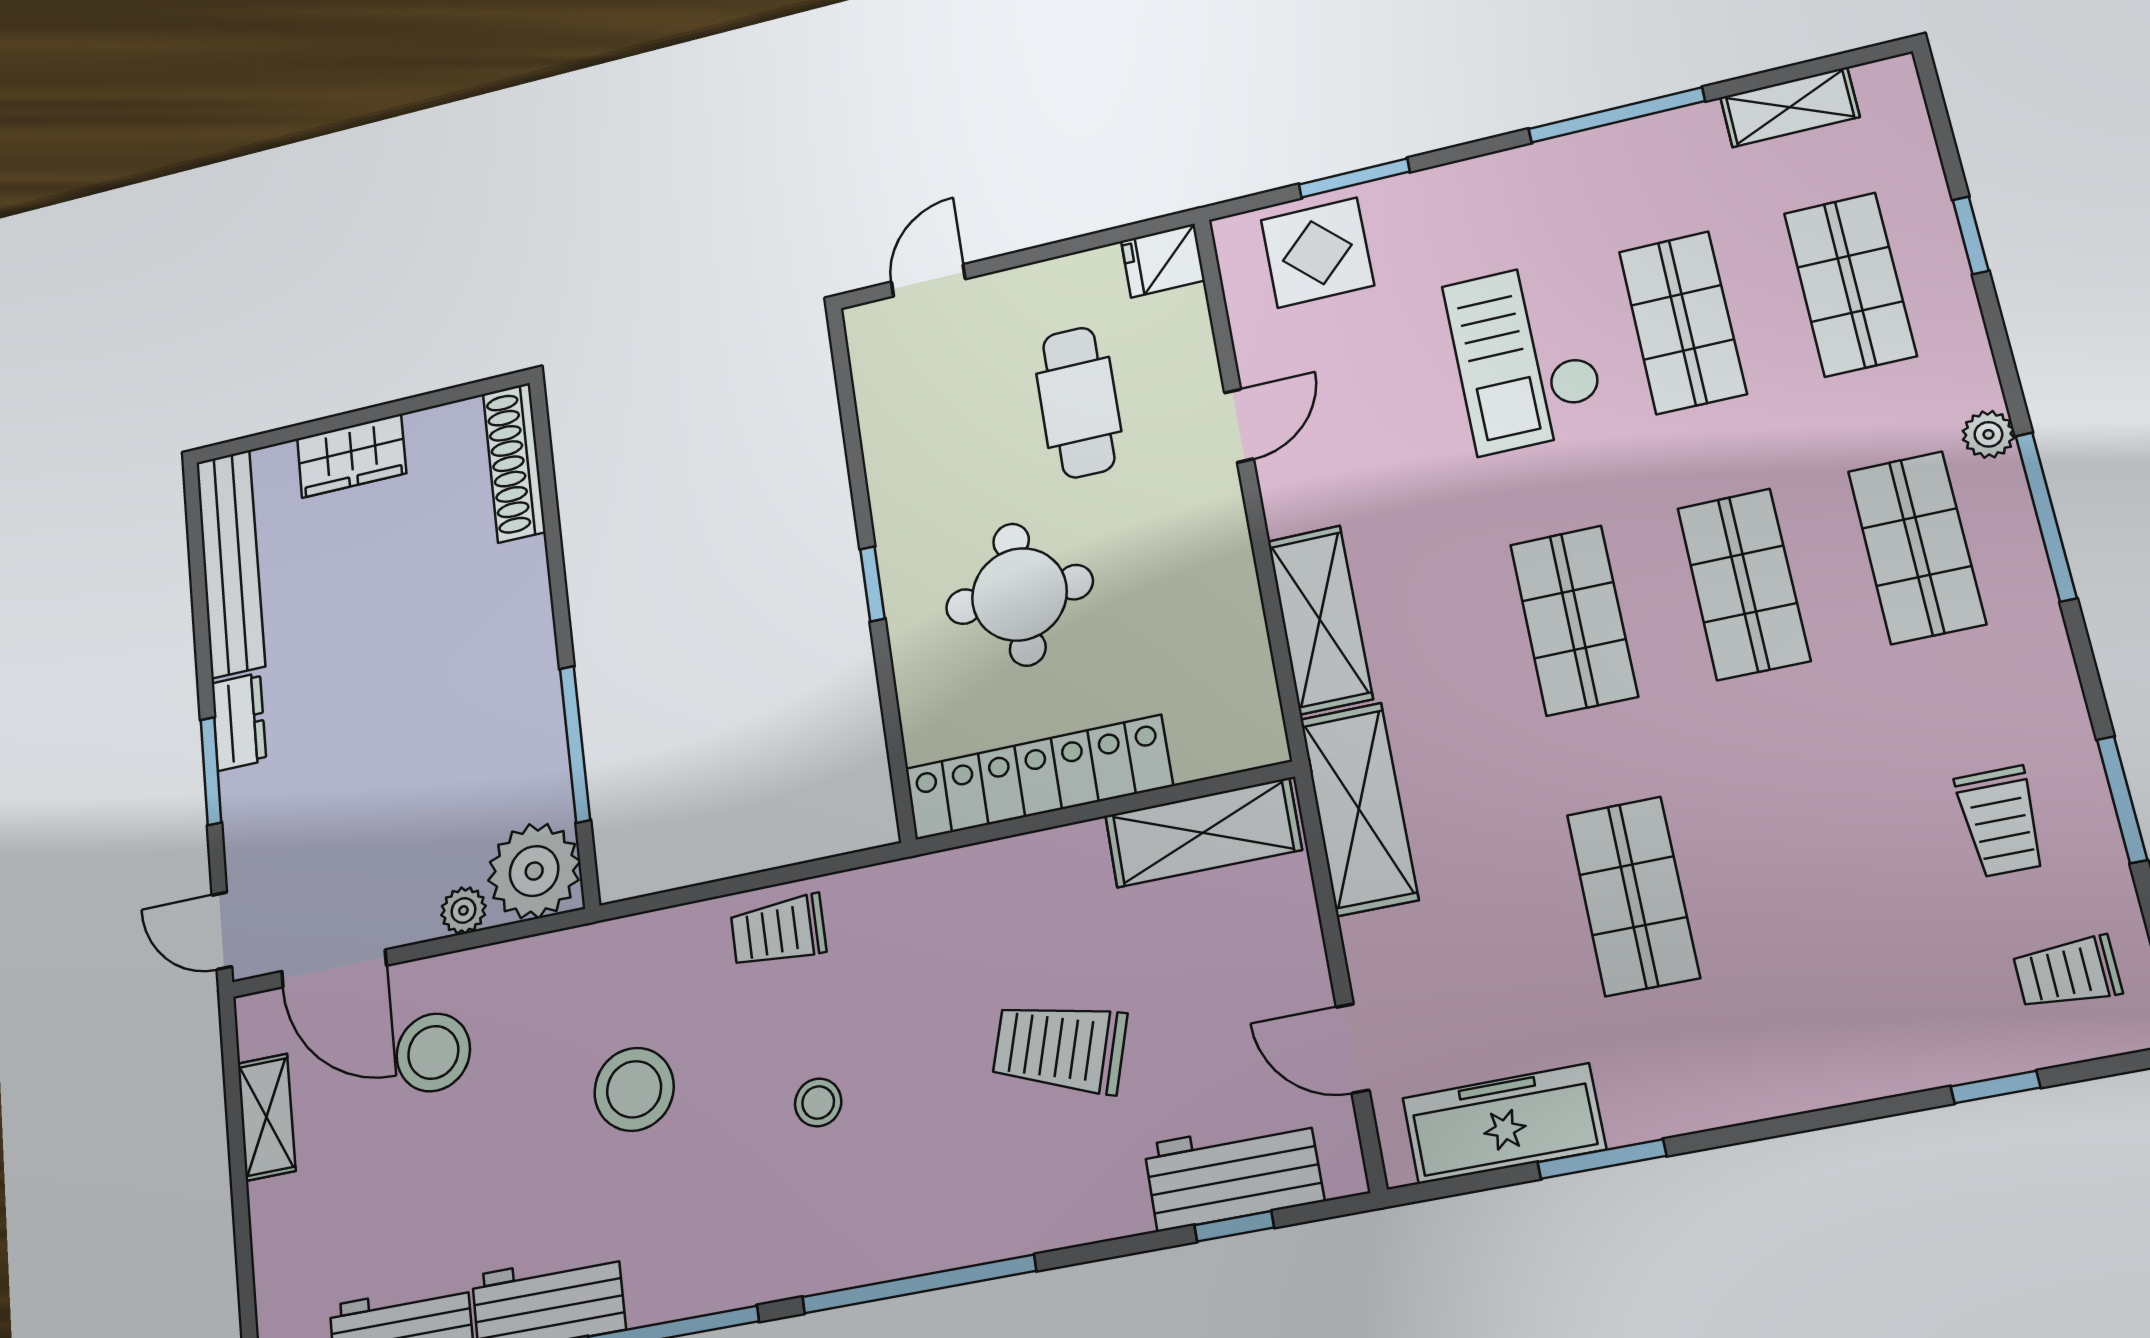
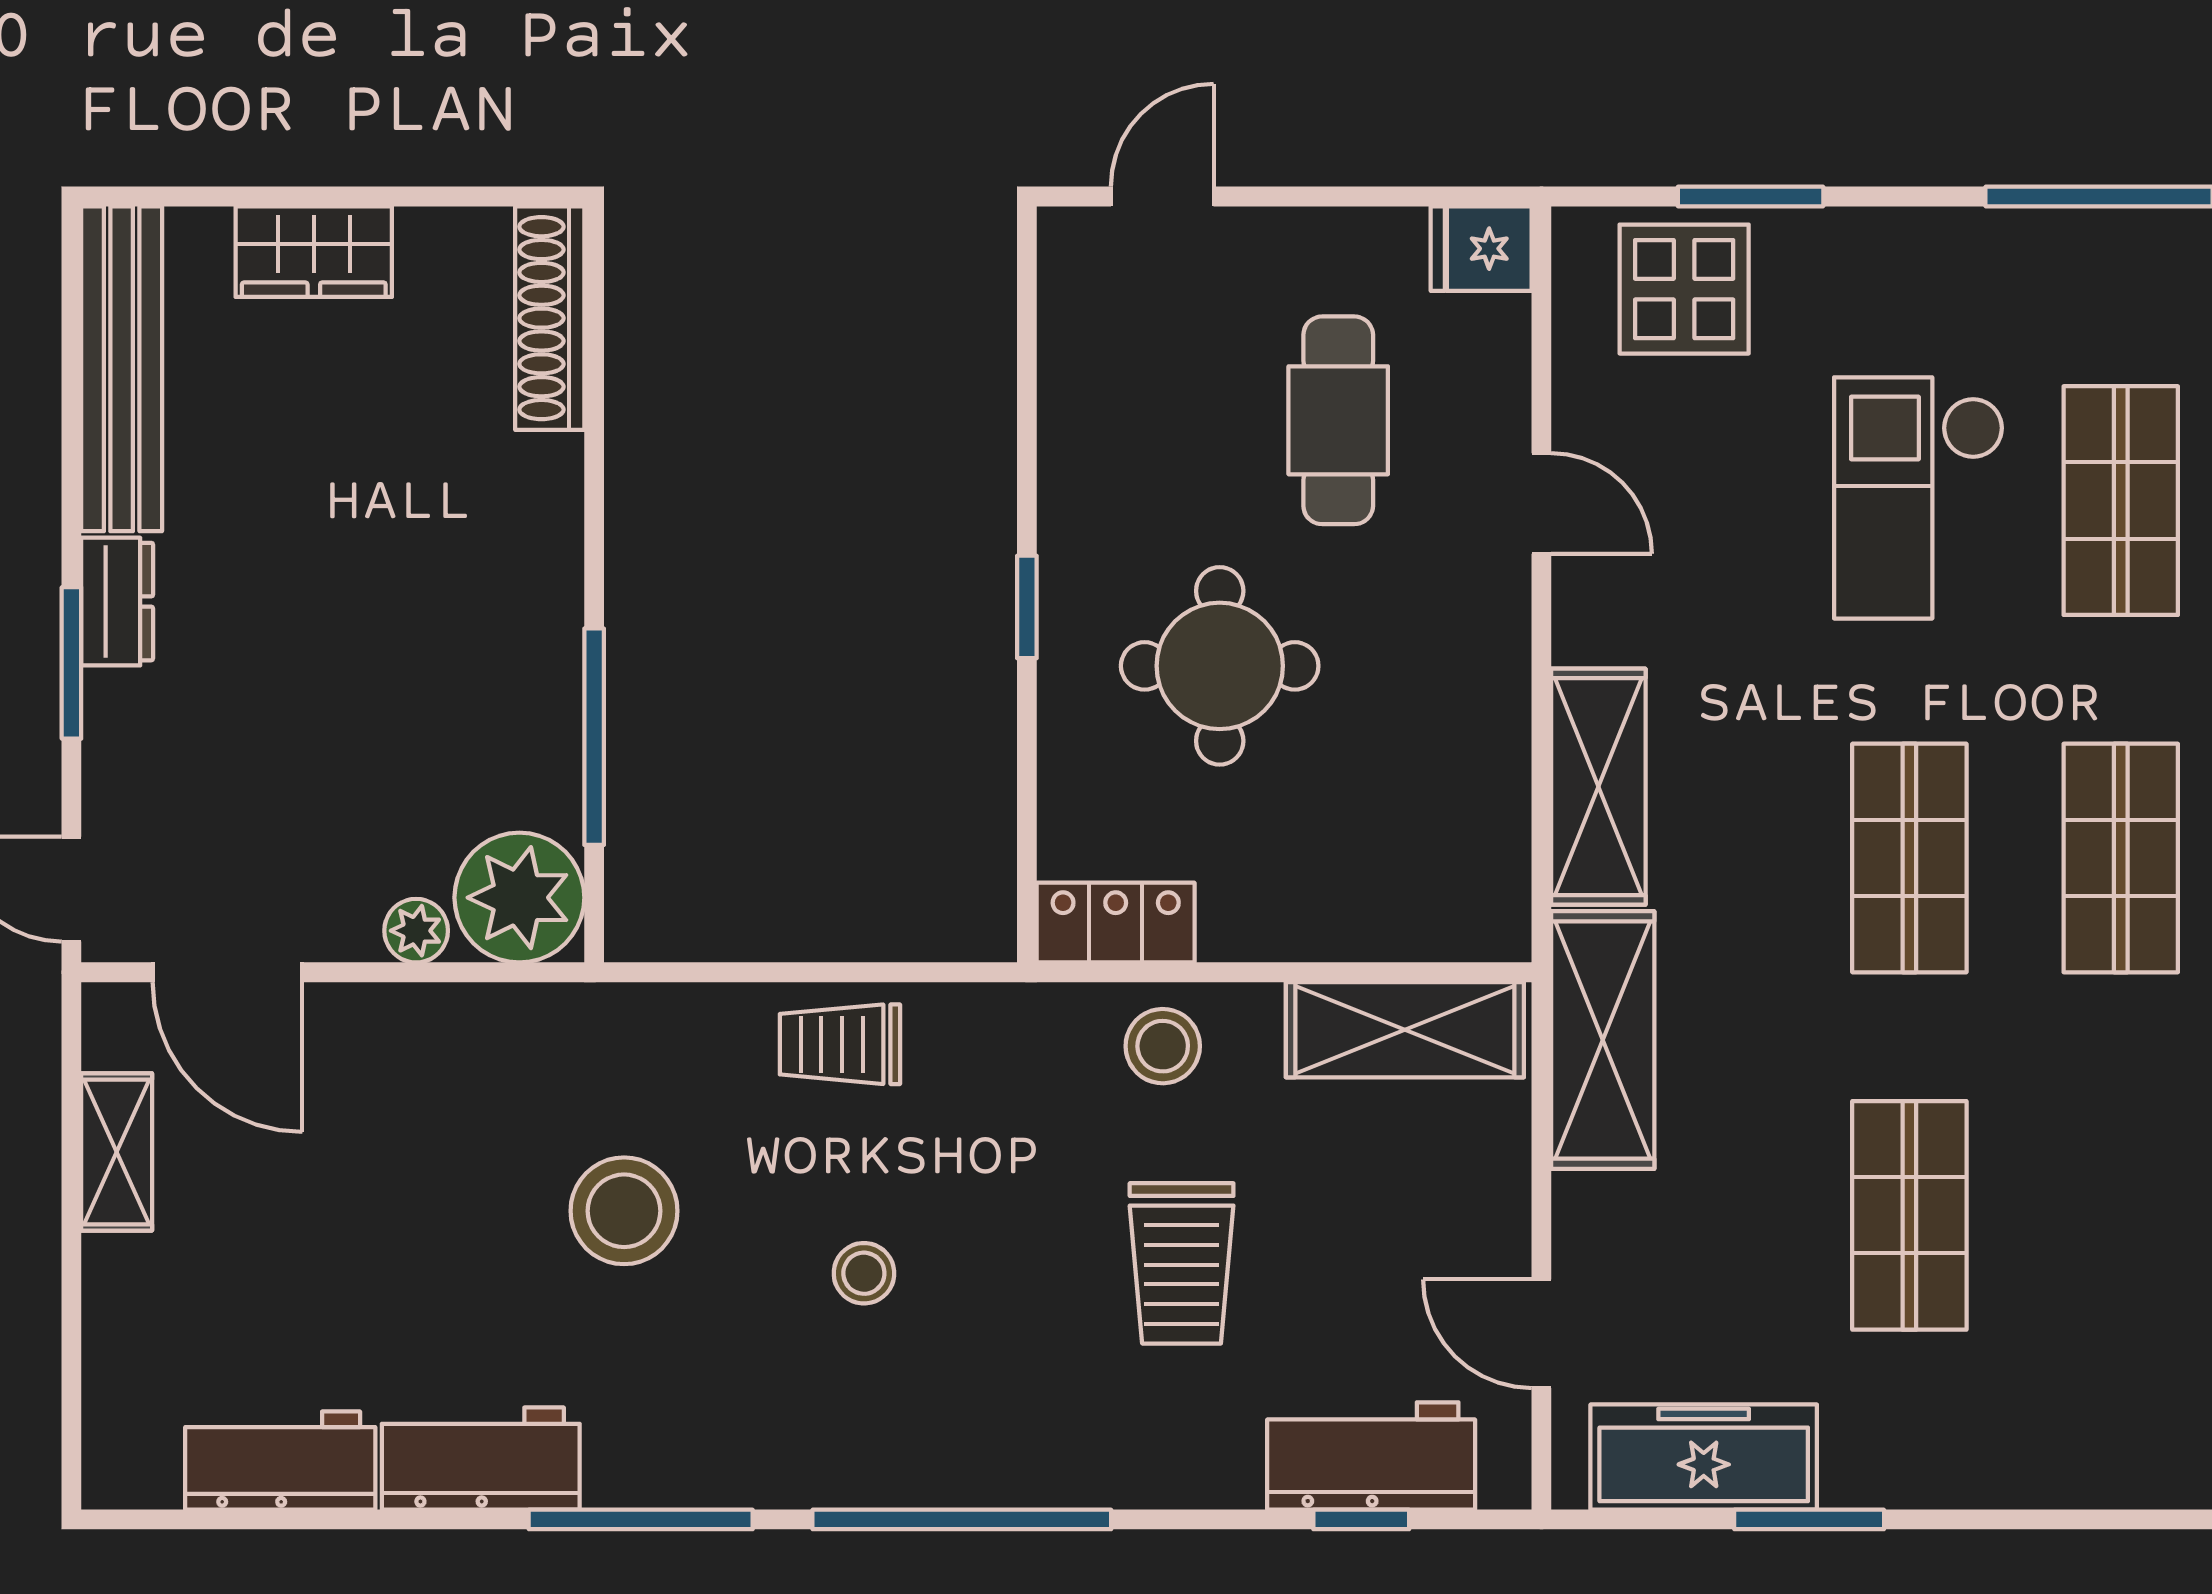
door: (1239, 426) -> (1541, 503), hinge flipped
locker: (1038, 777) -> (1116, 923), width x0.46, depth x0.83
trolley: (1060, 1048) -> (1182, 1263), turned -107
stool: (433, 1052) -> (1163, 1046), moved, width x0.73, depth x0.73

